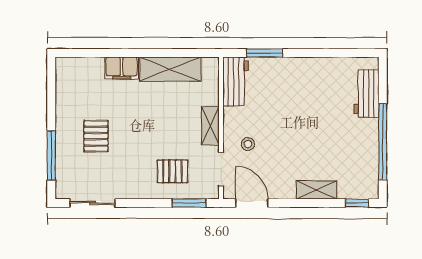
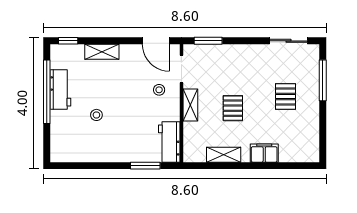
shelving: (170, 69) -> (224, 155), width x0.67, depth x0.75
workbench: (367, 94) -> (60, 89), moved
stool: (323, 114) -> (96, 115), added
pallet: (172, 171) -> (233, 108), moved, turned 90

